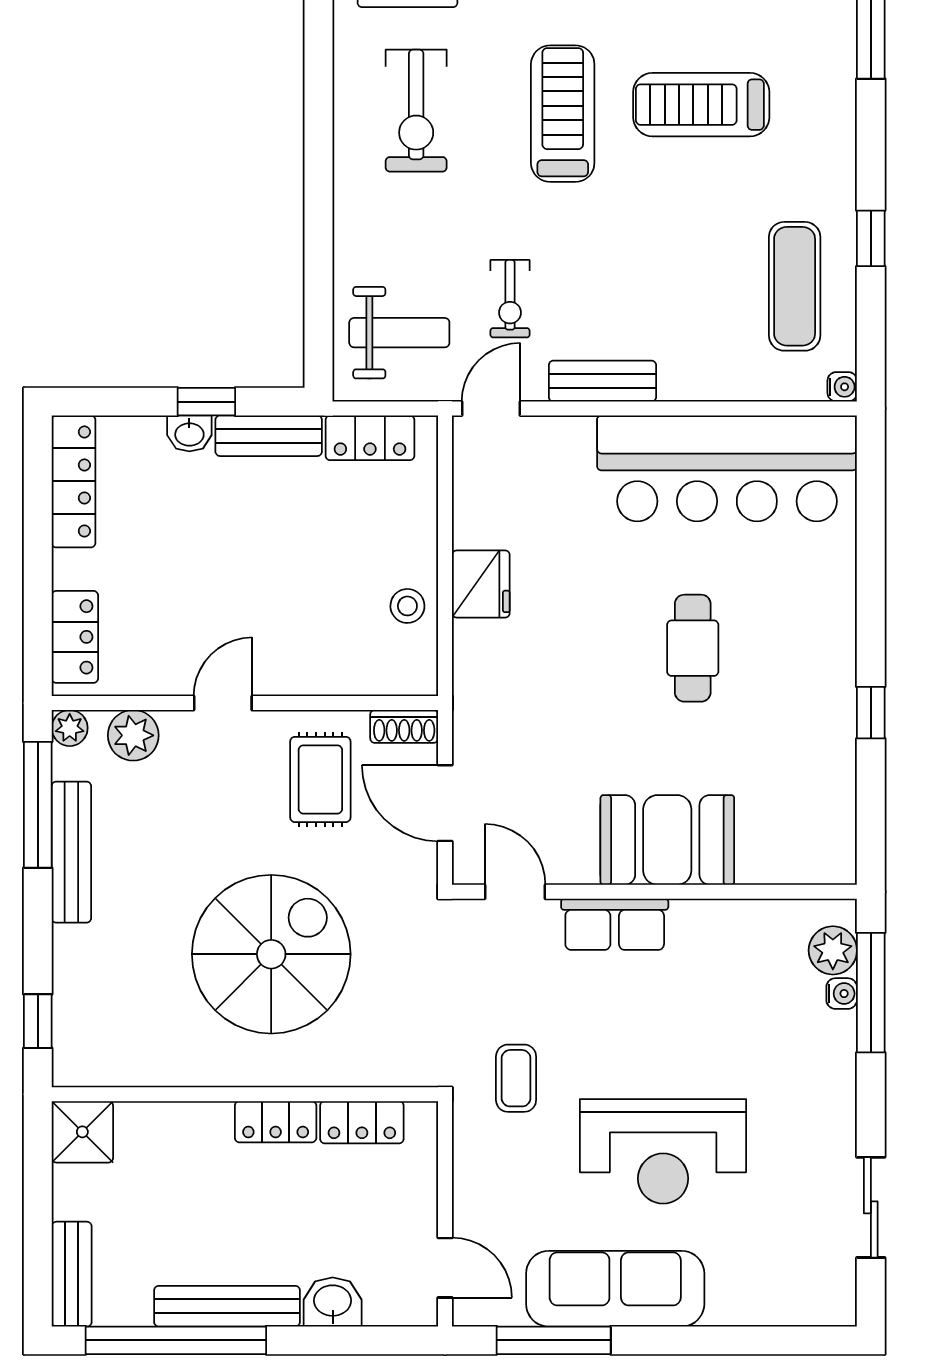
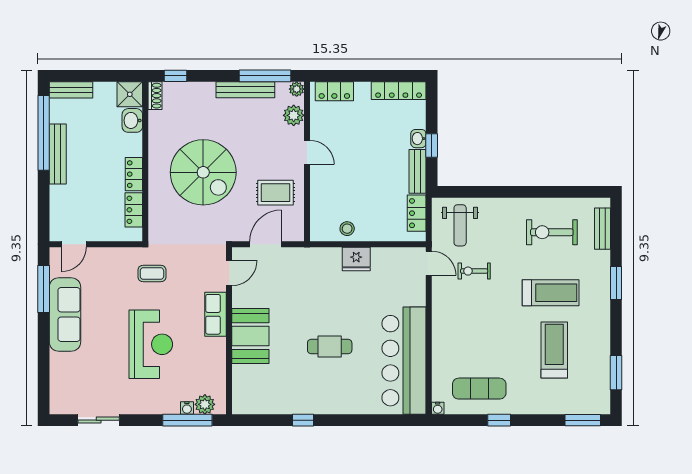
bench: (602, 381) -> (440, 309), removed
shoe rack: (404, 726) -> (155, 96), moved, turned 180
reception desk: (663, 1151) -> (151, 344), moved, turned 180
washbasin: (333, 1302) -> (132, 120), moved, turned 180

